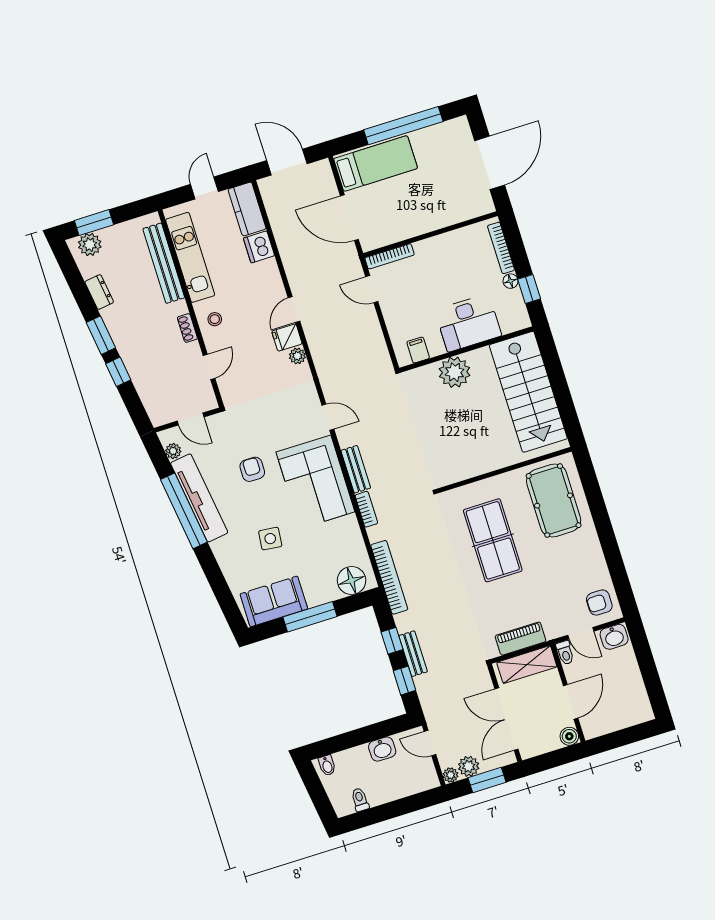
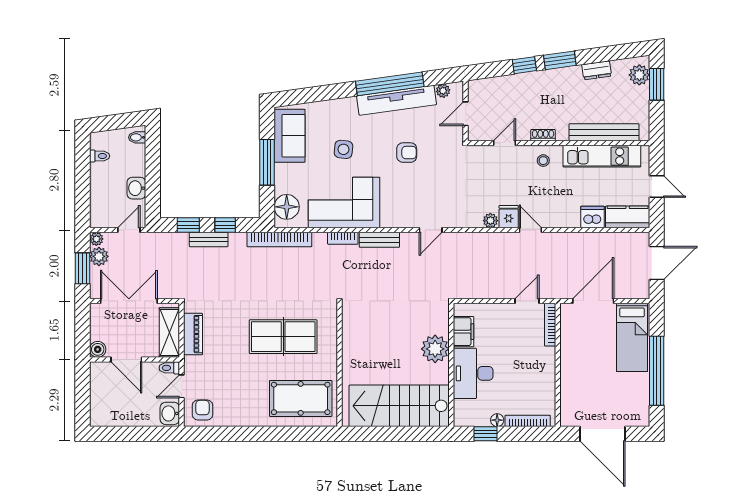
filing cabinet: (418, 350) -> (463, 332), width x2.00
door: (209, 367) -> (505, 143), swing flipped
corner sofa: (315, 482) -> (344, 202), moved

